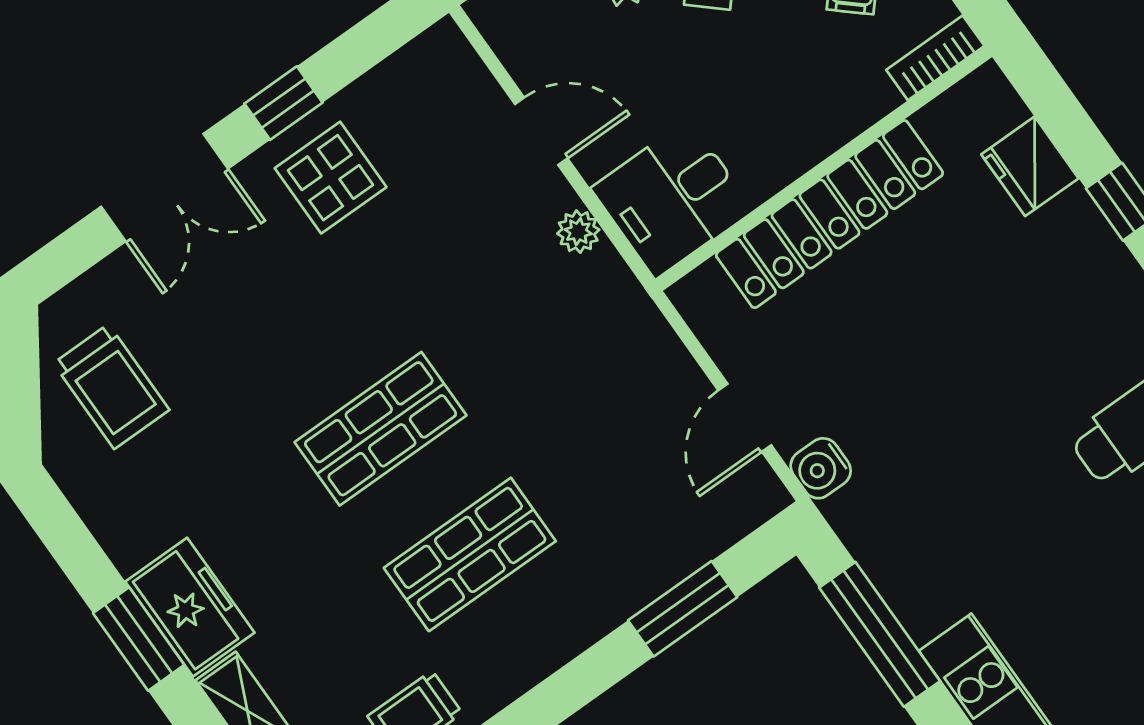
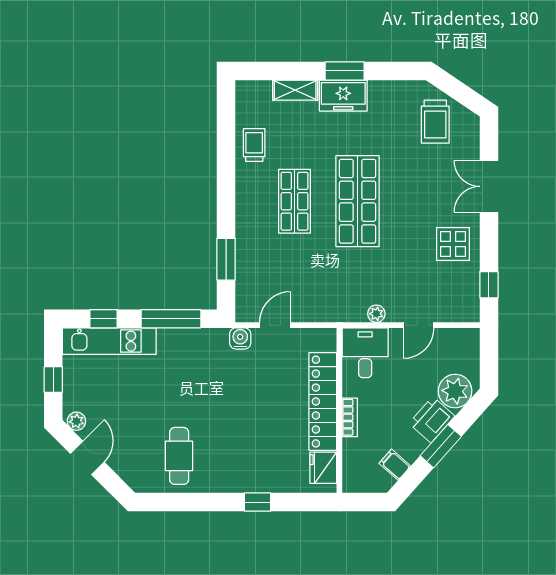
bookcase: (935, 58) -> (350, 417), moved
window: (284, 103) -> (489, 285), moved
fridge: (1030, 166) -> (323, 468), moved, turned -90
trolley: (111, 387) -> (435, 122), turned -90
door: (745, 418) -> (275, 325), hinge flipped
shop shelf: (381, 429) -> (358, 201), width x1.43, depth x1.36

